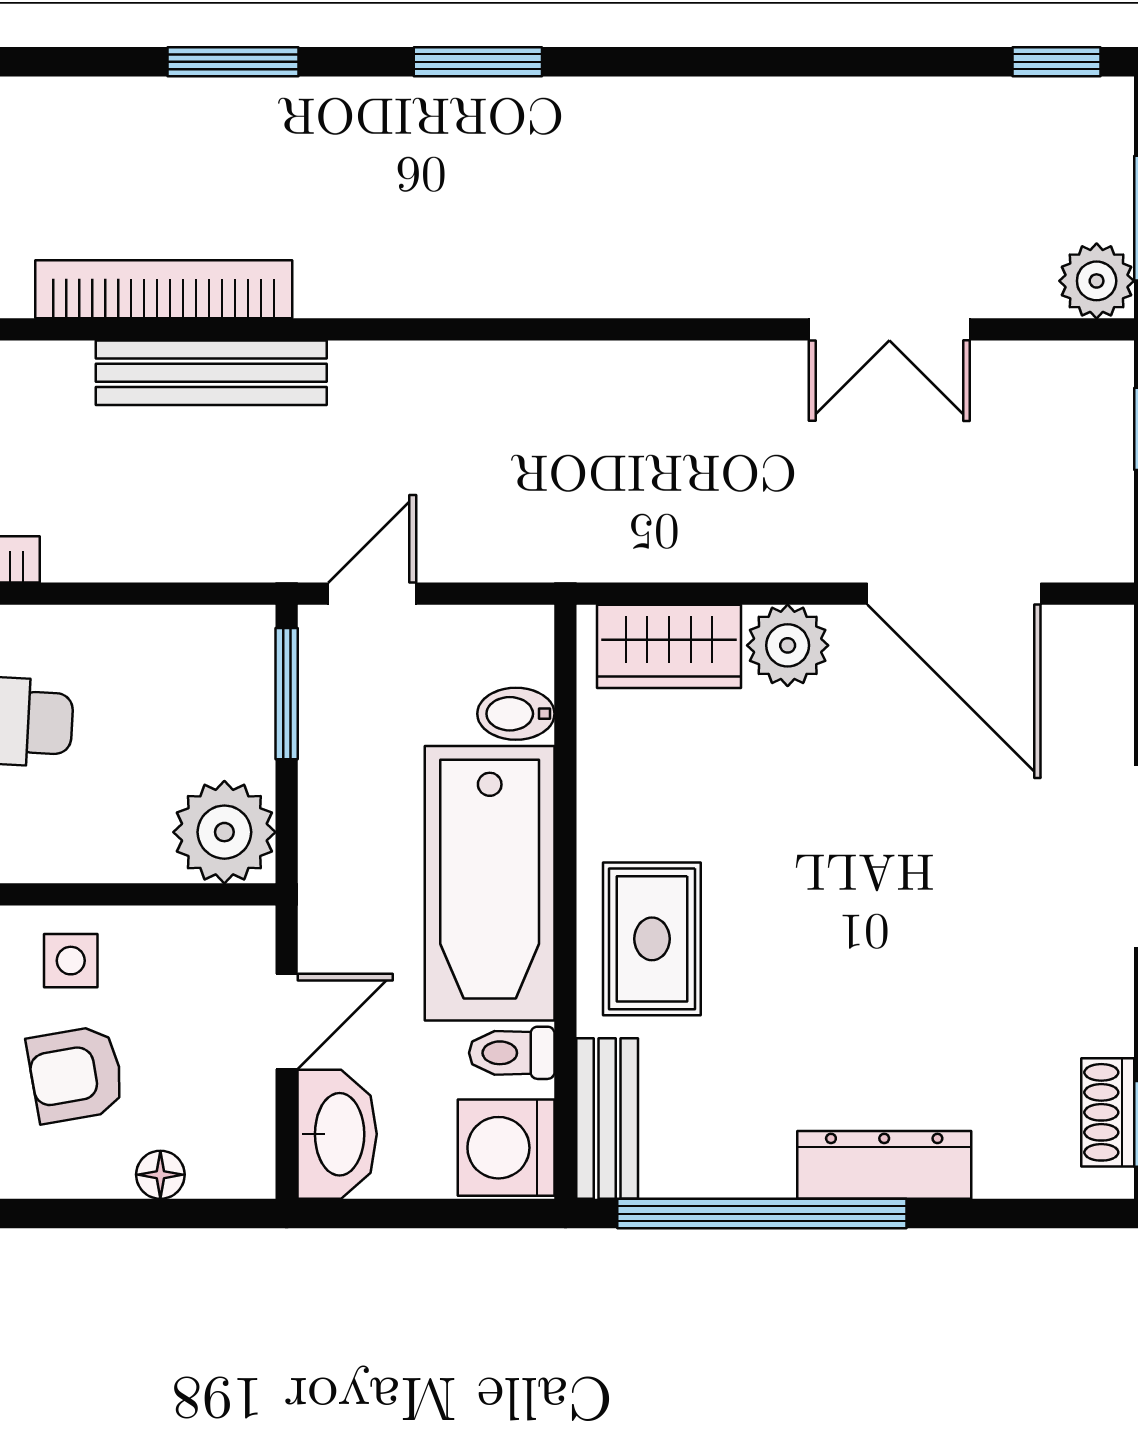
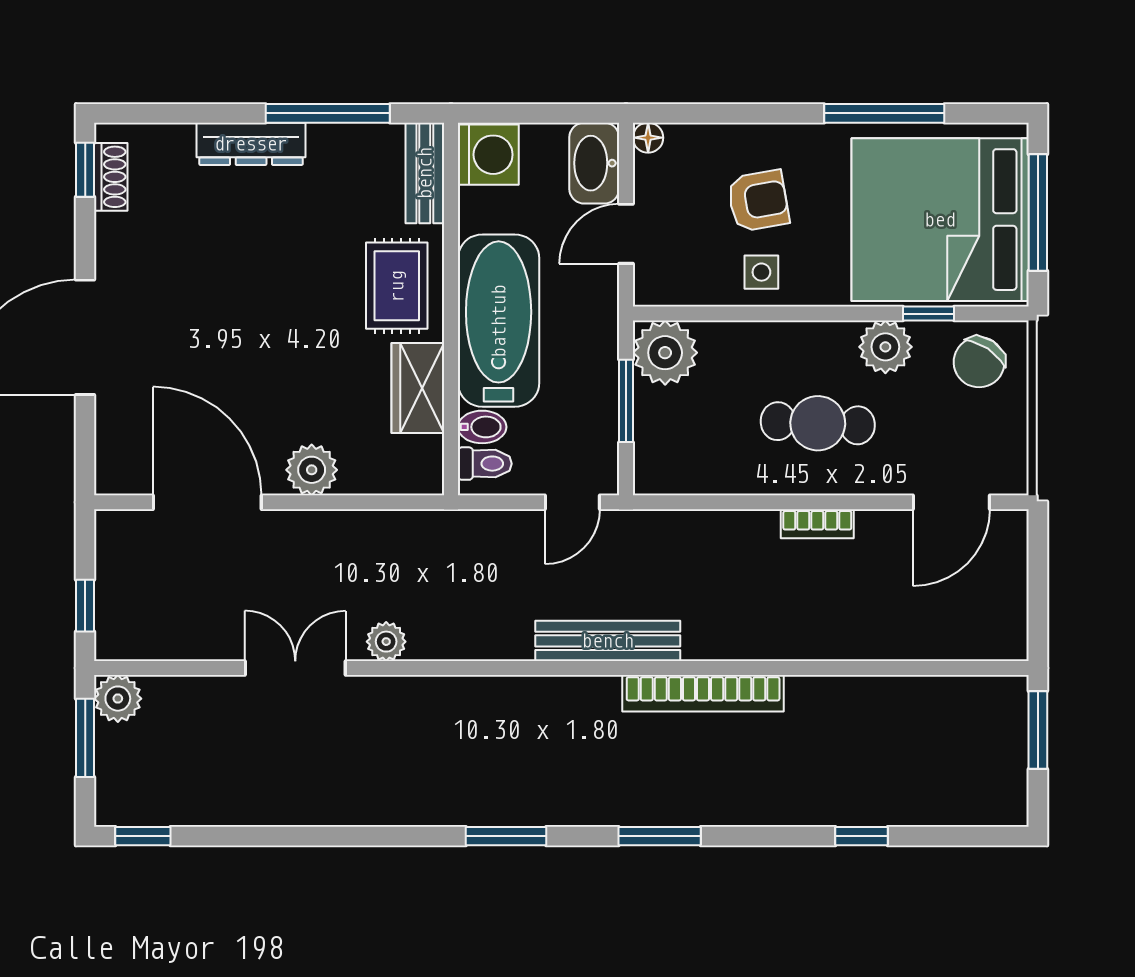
double door: (889, 329) -> (295, 668), moved
plant: (669, 372) -> (386, 642), added
bench: (211, 373) -> (608, 641), moved
wardrobe: (669, 646) -> (418, 388), moved, turned -90
window: (287, 694) -> (626, 401), moved
toilet: (512, 1053) -> (485, 464), moved
floor lamp: (160, 1175) -> (648, 138), moved
window: (762, 1214) -> (328, 113), width x0.68

